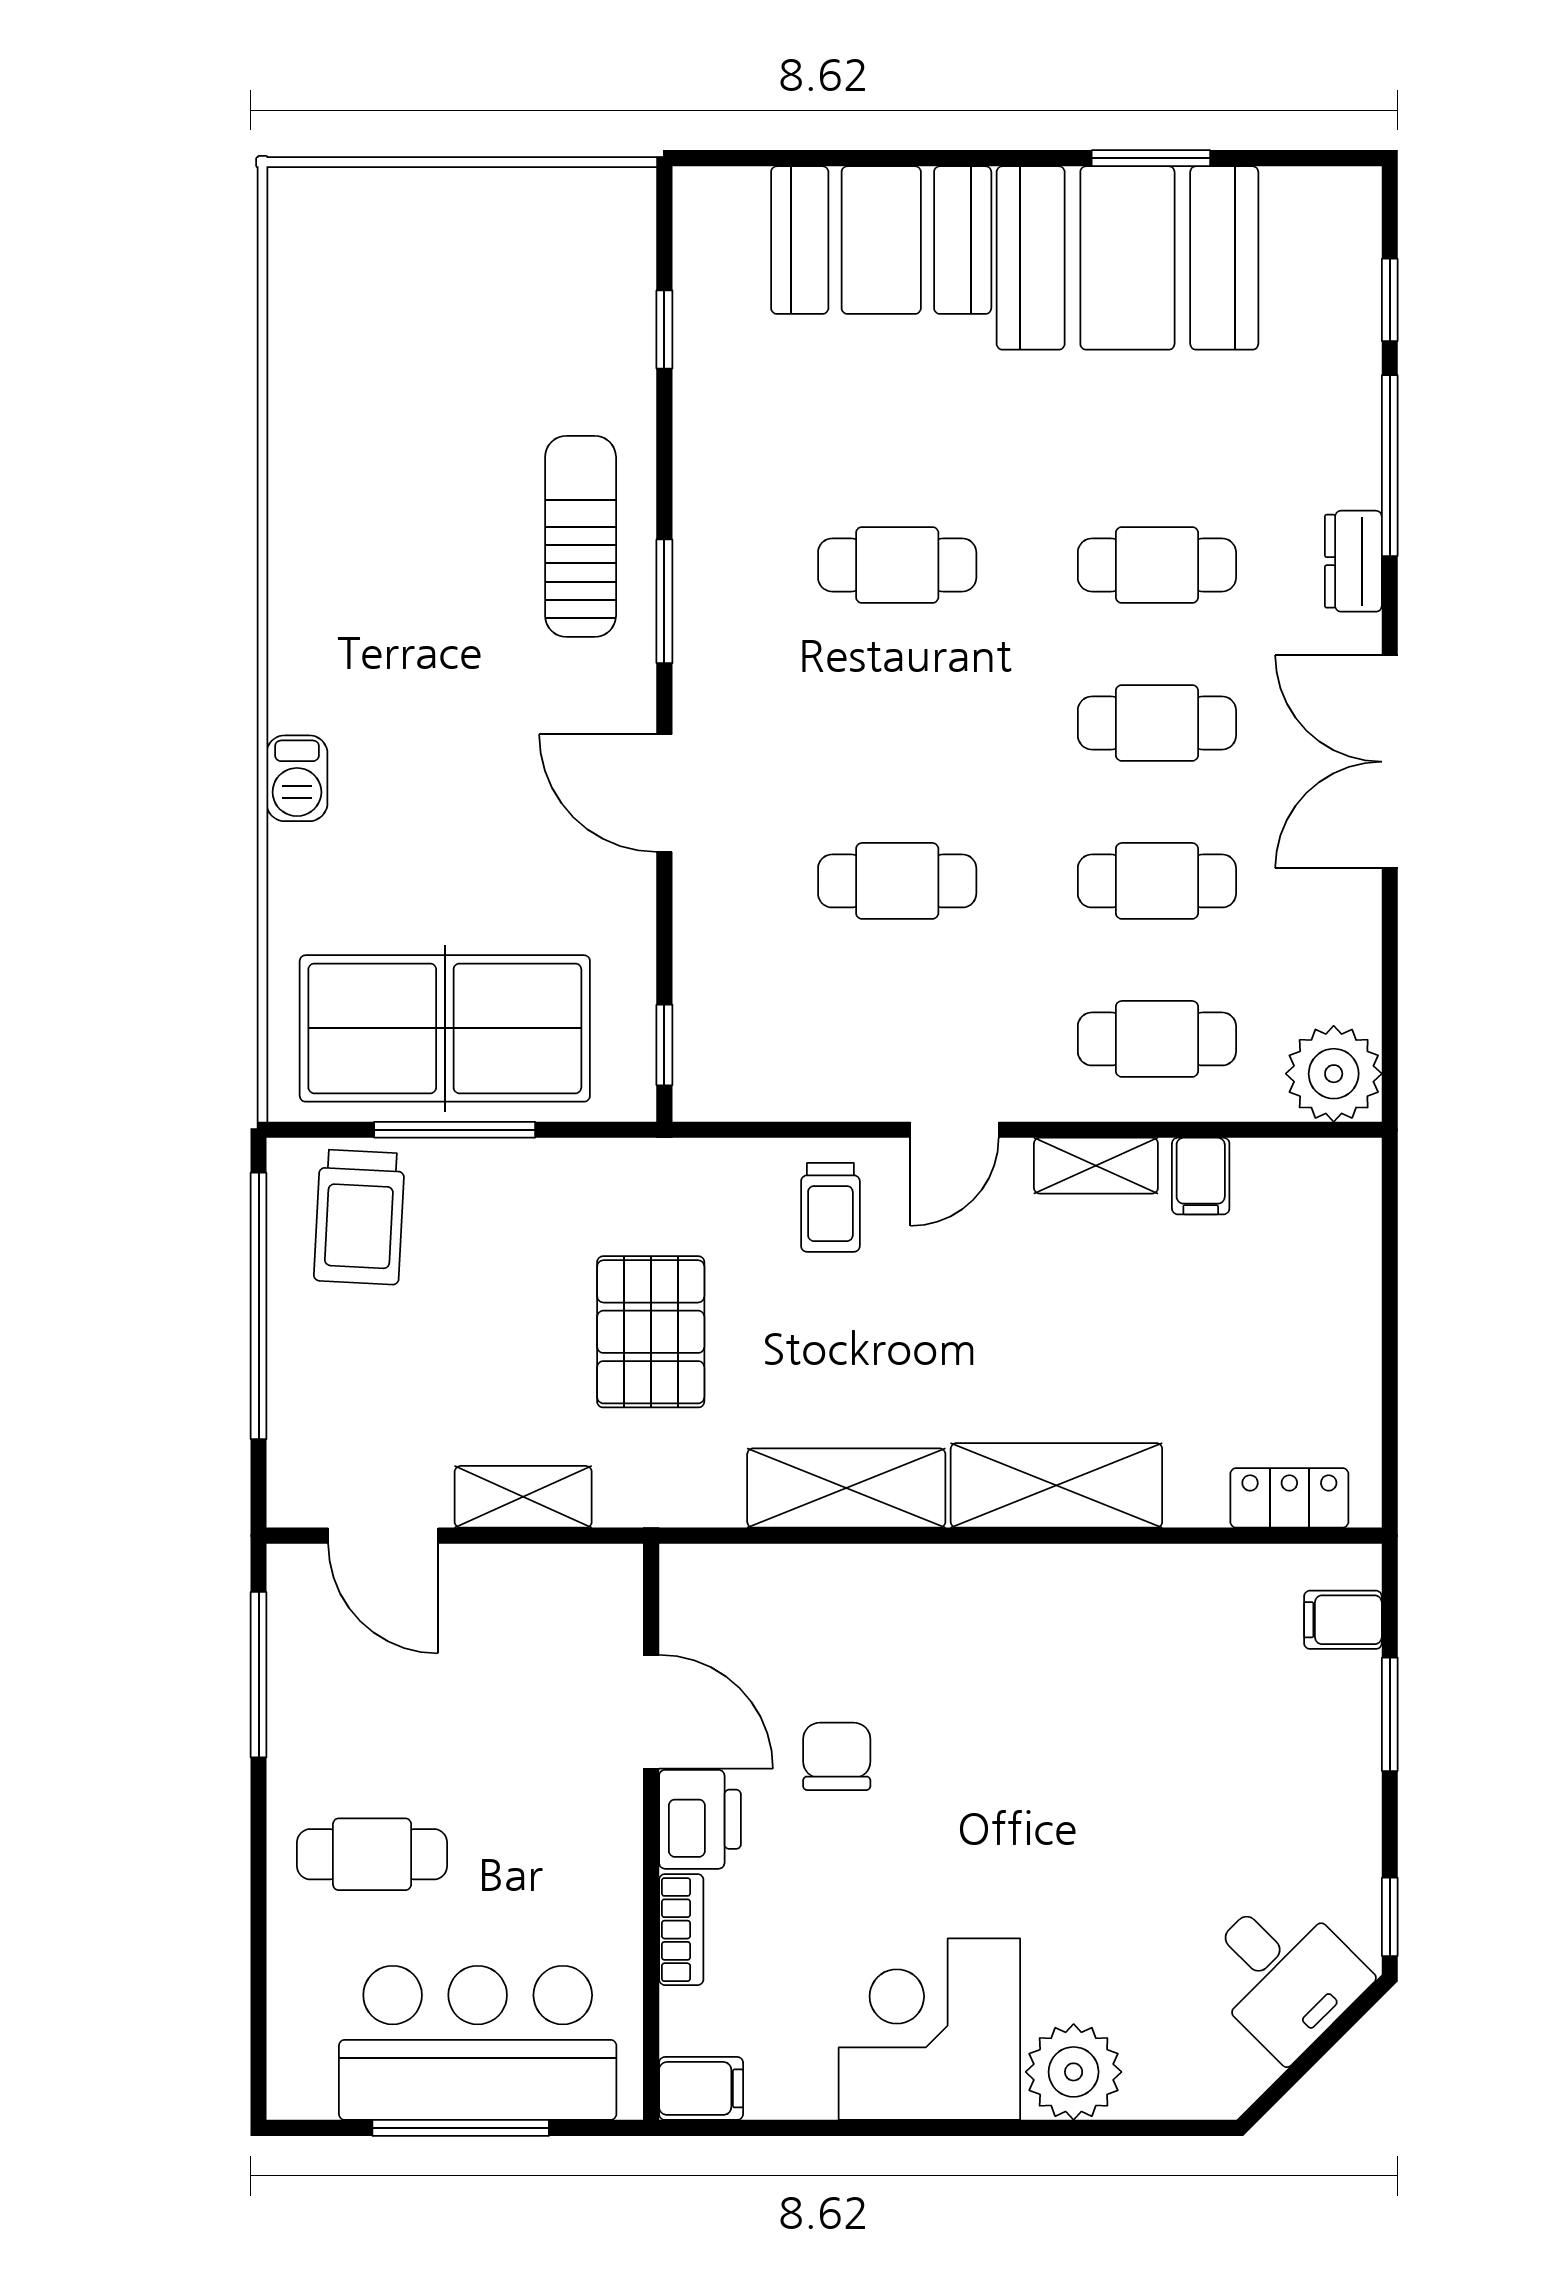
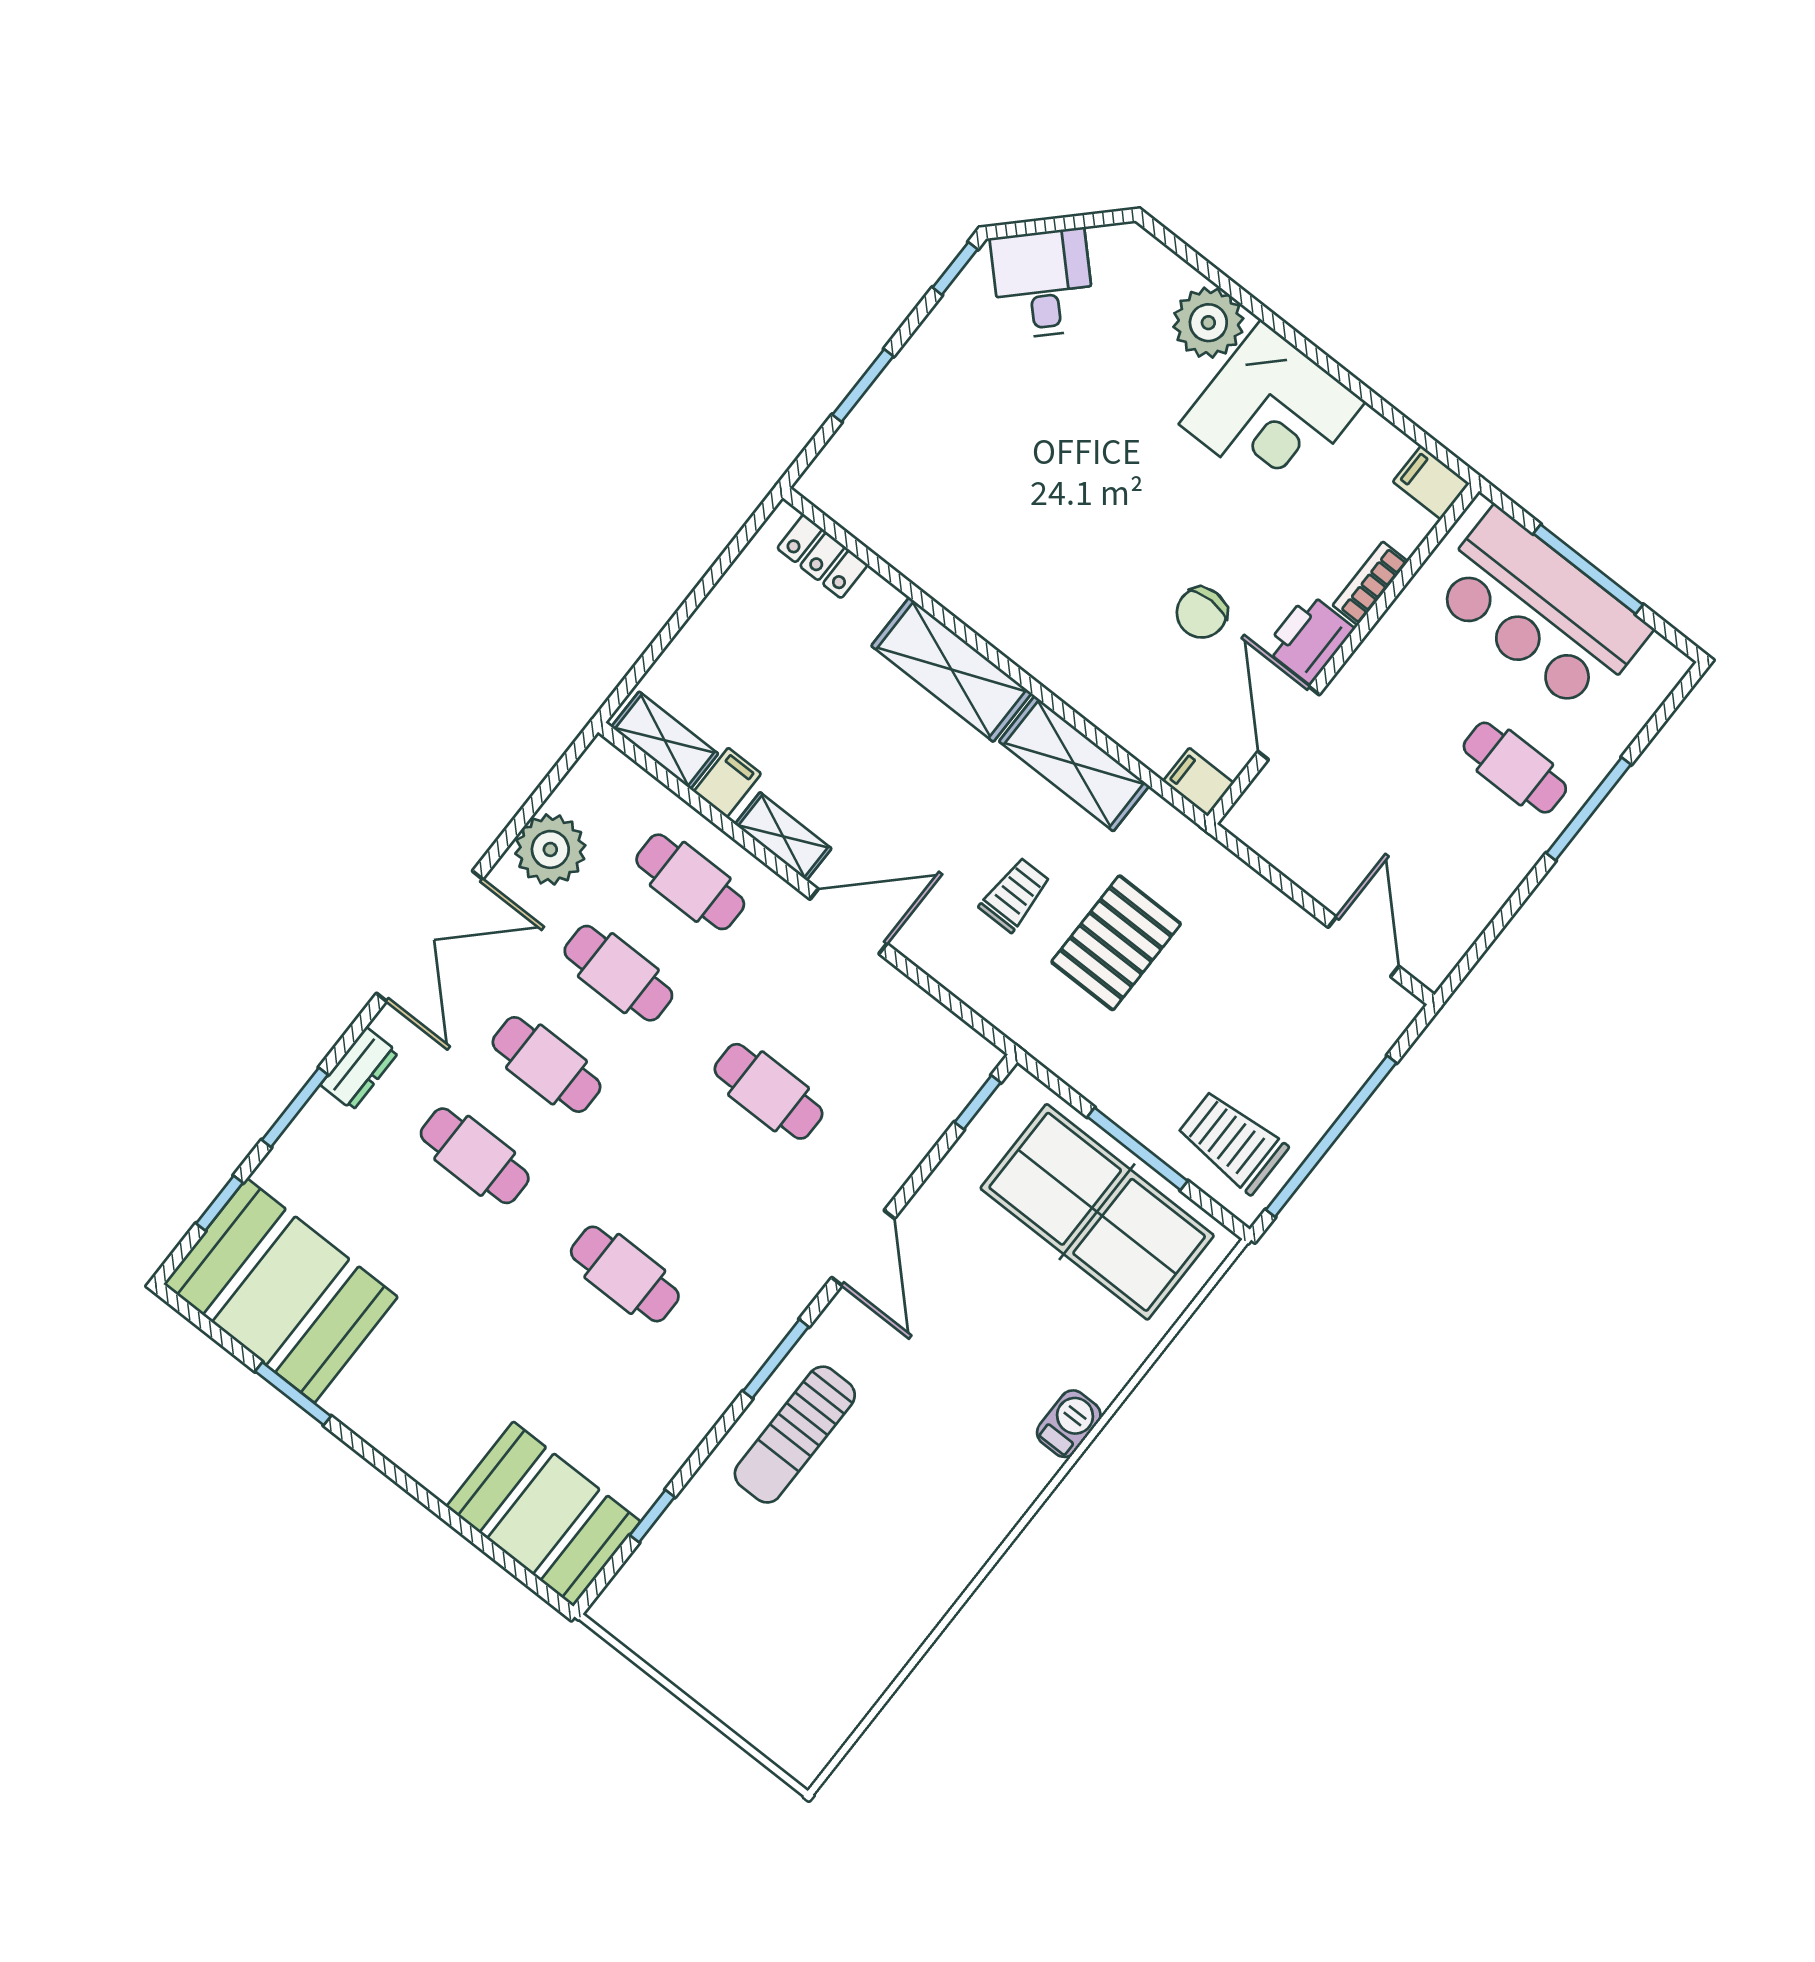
booth: (881, 240) -> (543, 1514), moved
booth: (1127, 258) -> (281, 1291), moved
window: (1390, 466) -> (295, 1107), width x0.69
plant: (1334, 1074) -> (550, 849), moved
door: (955, 1130) -> (849, 921), width x1.38
trolley: (830, 1207) -> (1015, 895), moved
trolley: (359, 1217) -> (1232, 1142), turned -93
shelving: (523, 1497) -> (665, 740), moved
filing cabinet: (1343, 1620) -> (1198, 782), moved, turned 180
window: (259, 1675) -> (1589, 809), moved

